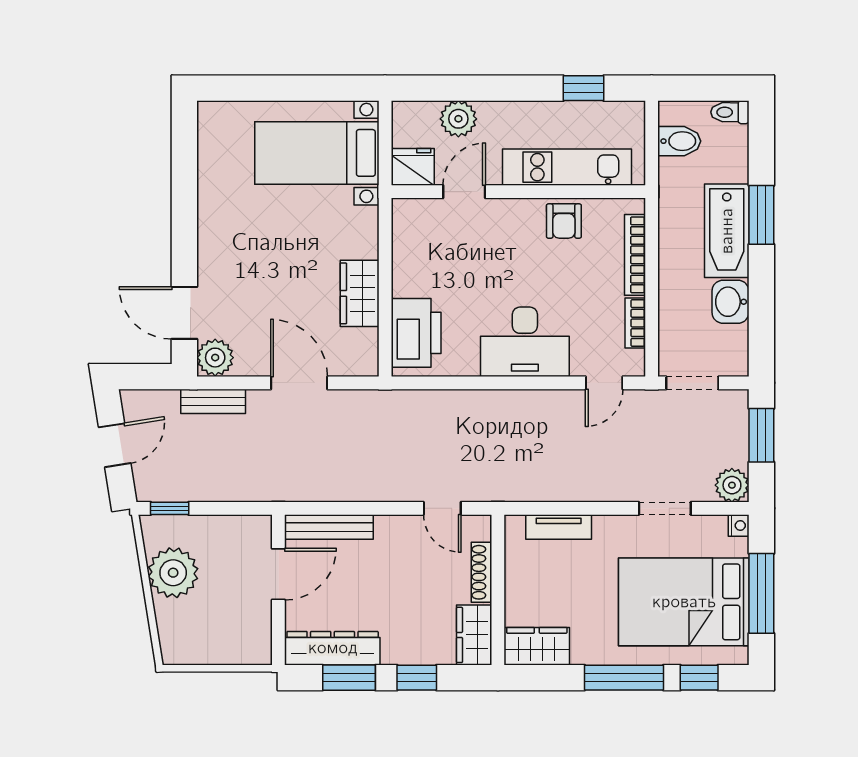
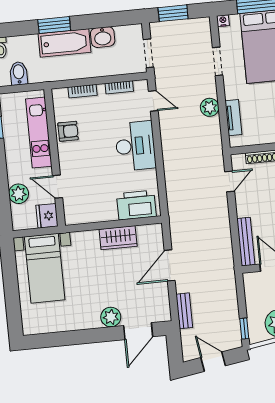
bookcase: (635, 255) -> (82, 91), width x0.64
plant: (215, 358) -> (111, 317), moved
plant: (732, 485) -> (210, 107), moved

